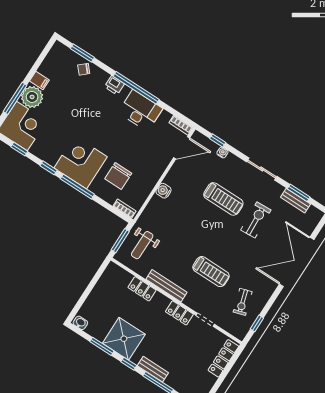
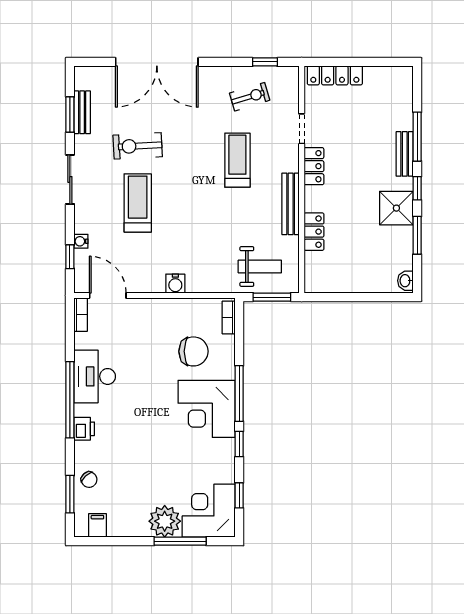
filing cabinet: (39, 80) -> (97, 525), moved
shower: (124, 339) -> (396, 208), width x0.73, depth x0.73

